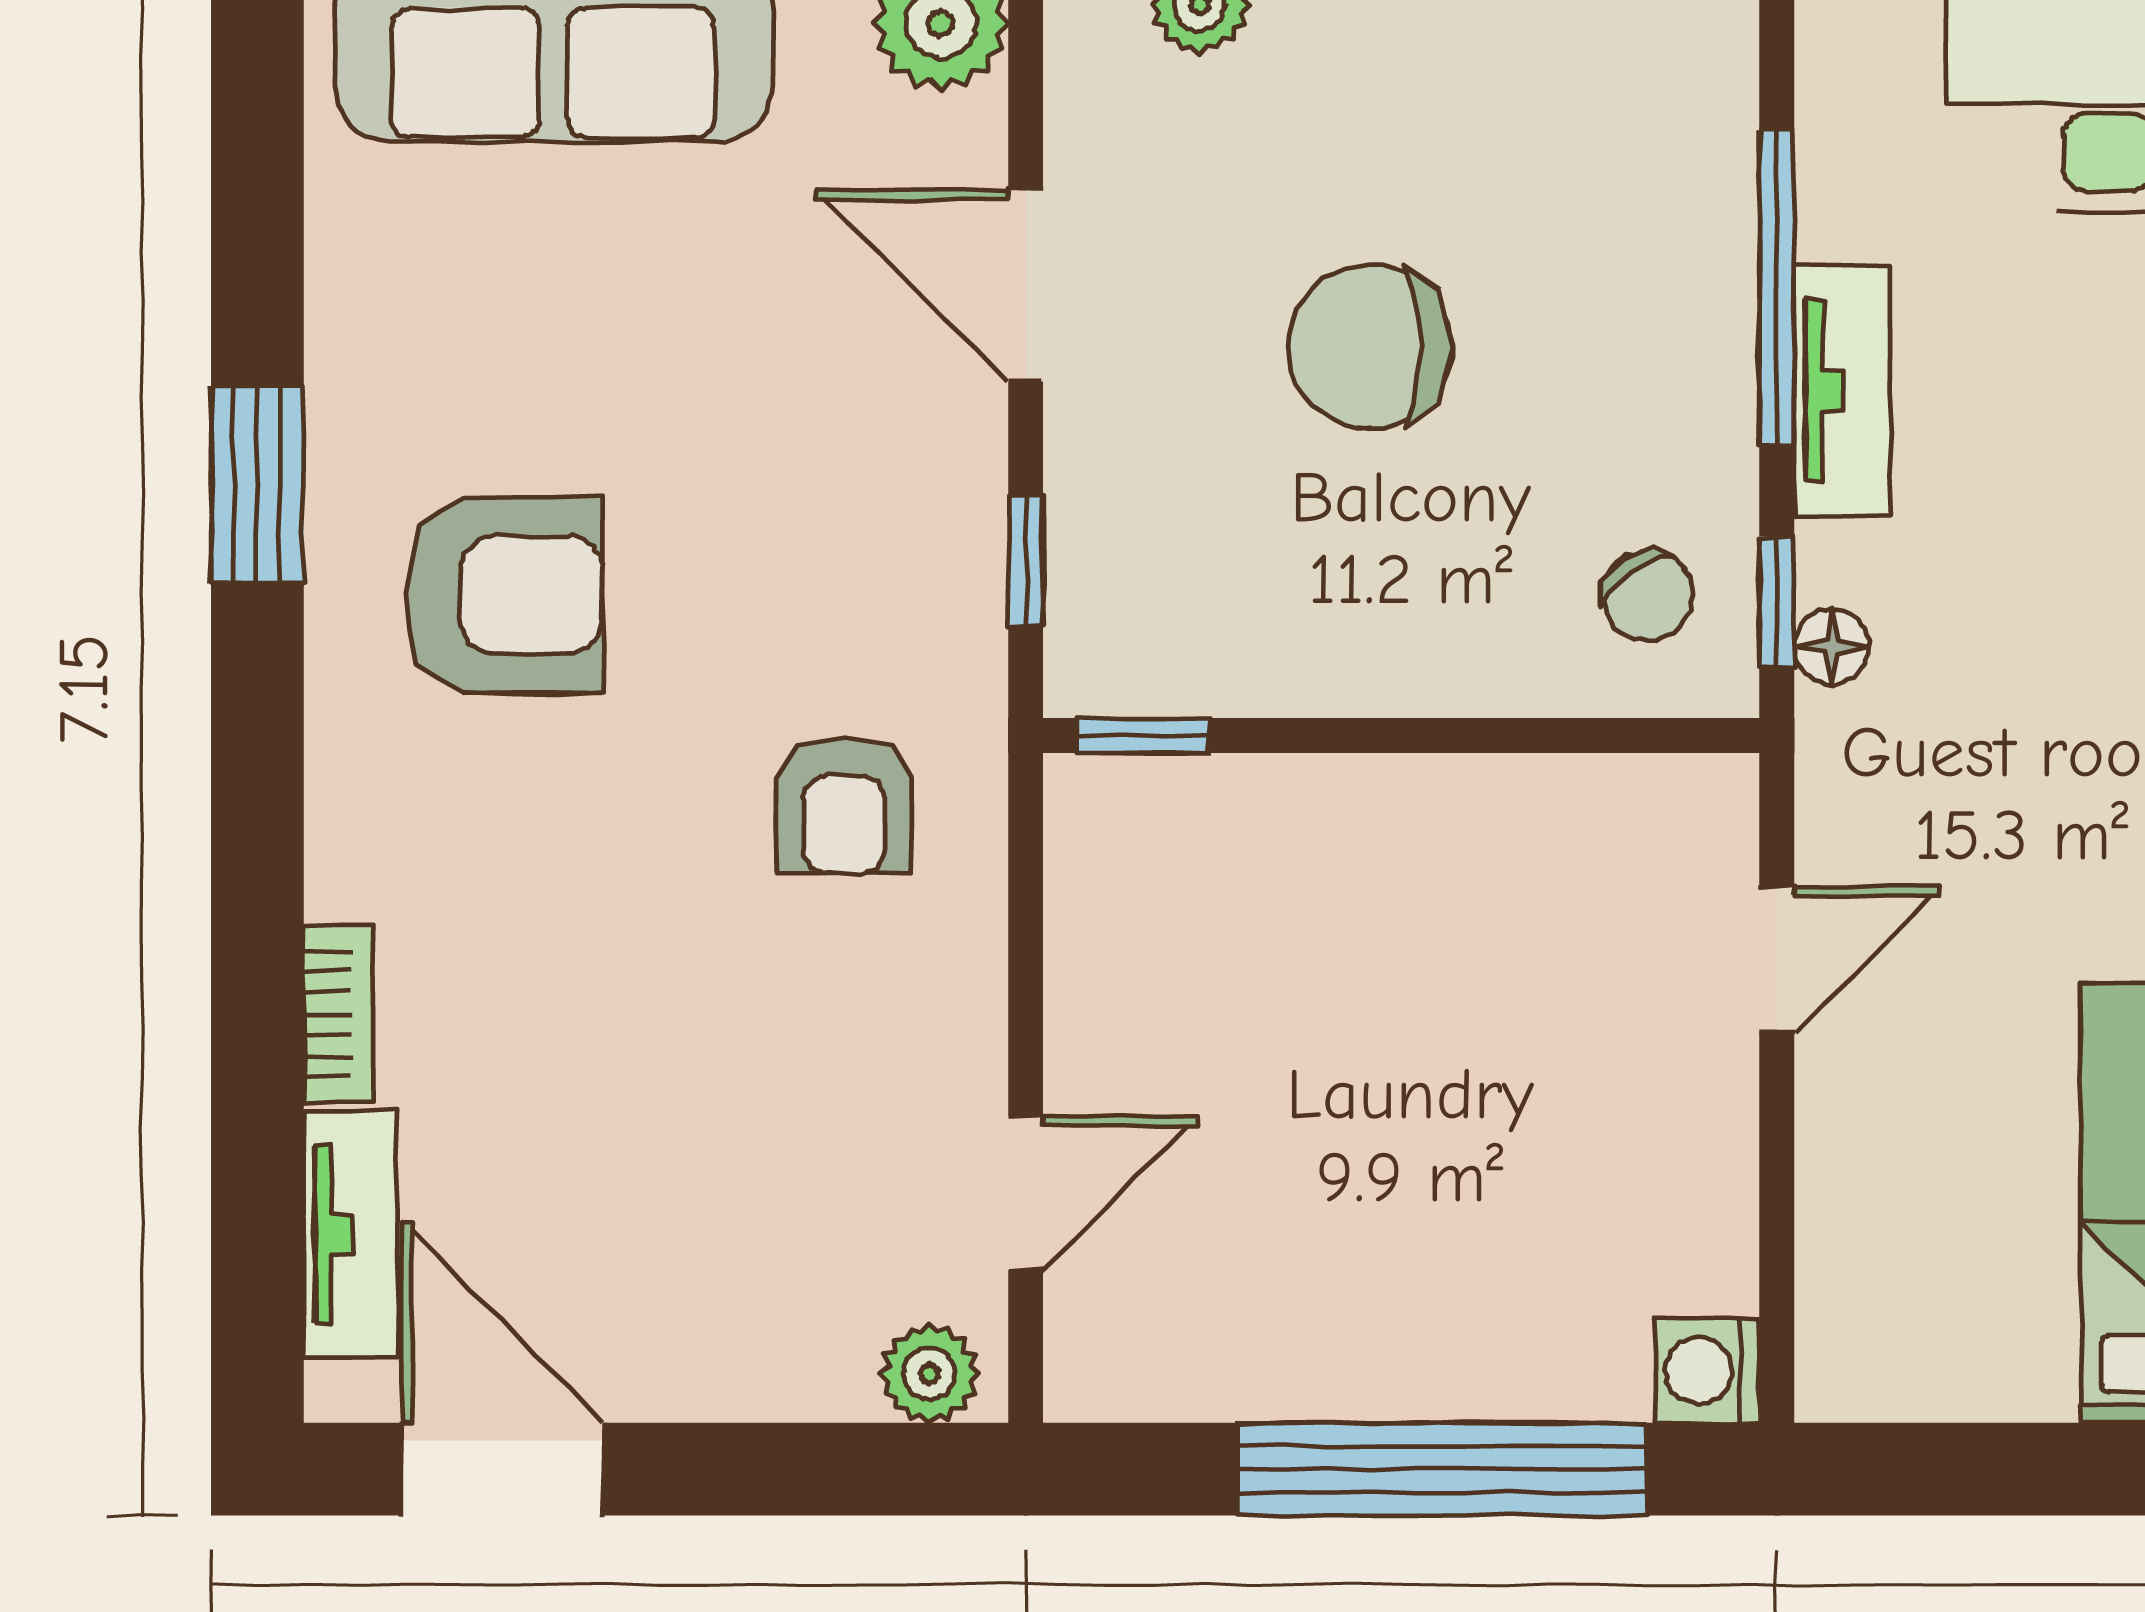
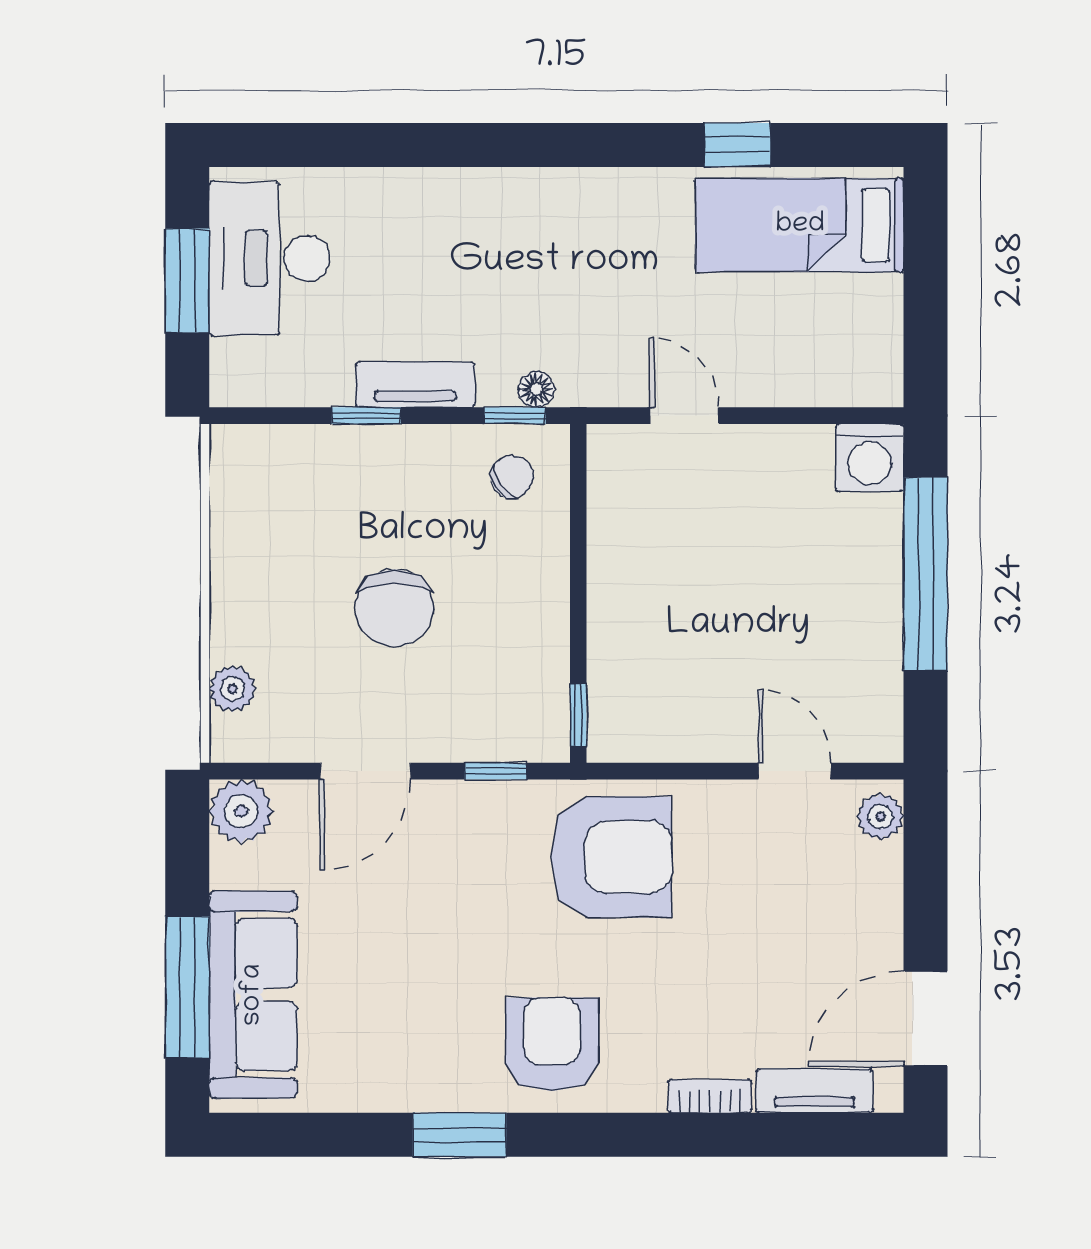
window: (1777, 288) -> (366, 416), width x0.46
armchair: (504, 595) -> (552, 1044), moved
armchair: (844, 805) -> (611, 857), width x1.88, depth x1.88
washing machine: (1707, 1371) -> (870, 458), width x1.38, depth x1.38

